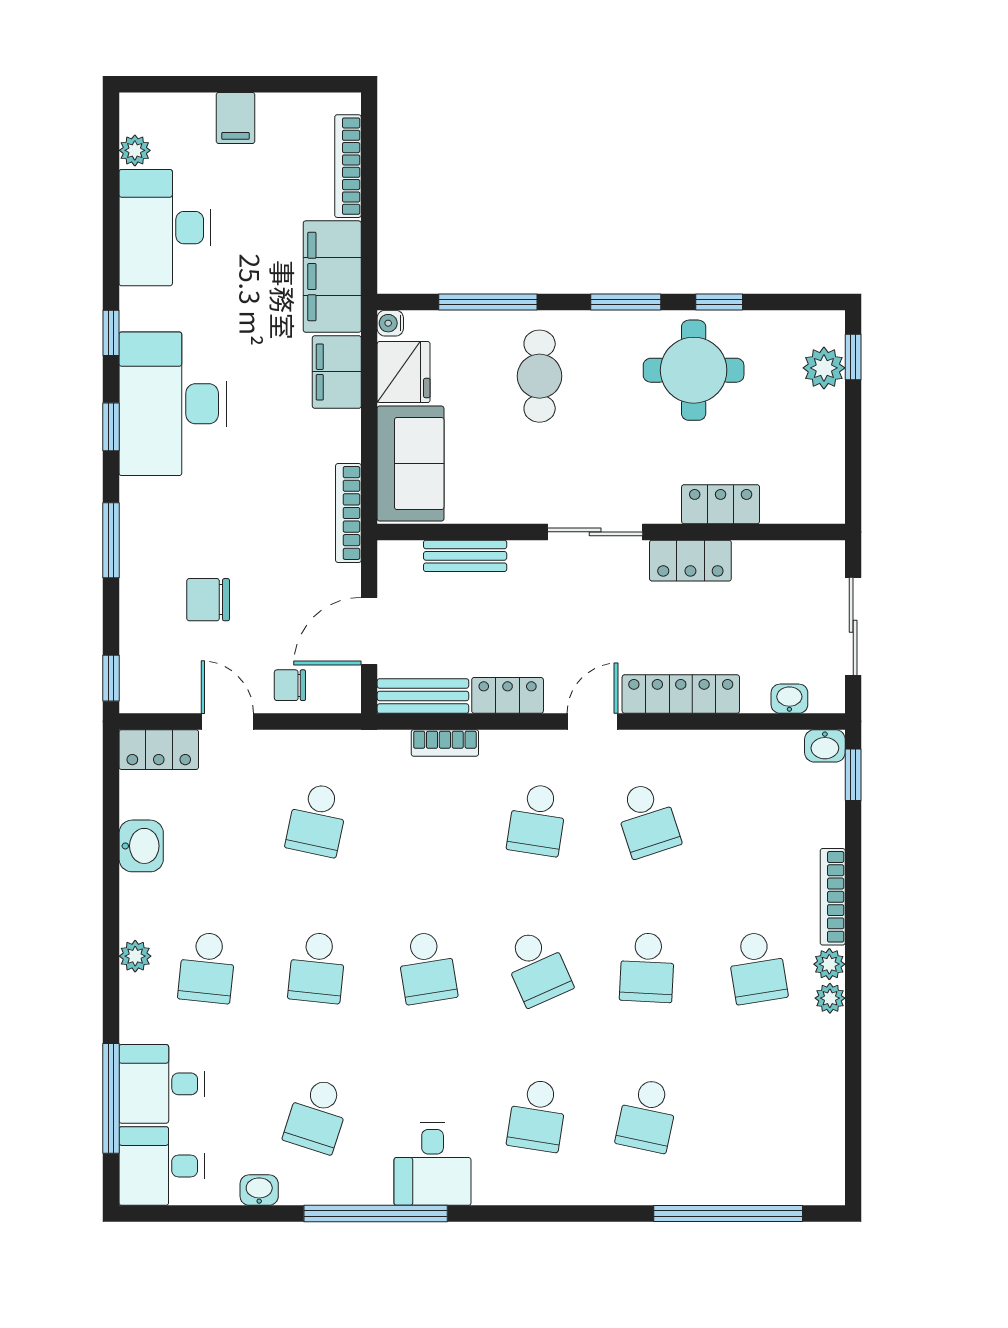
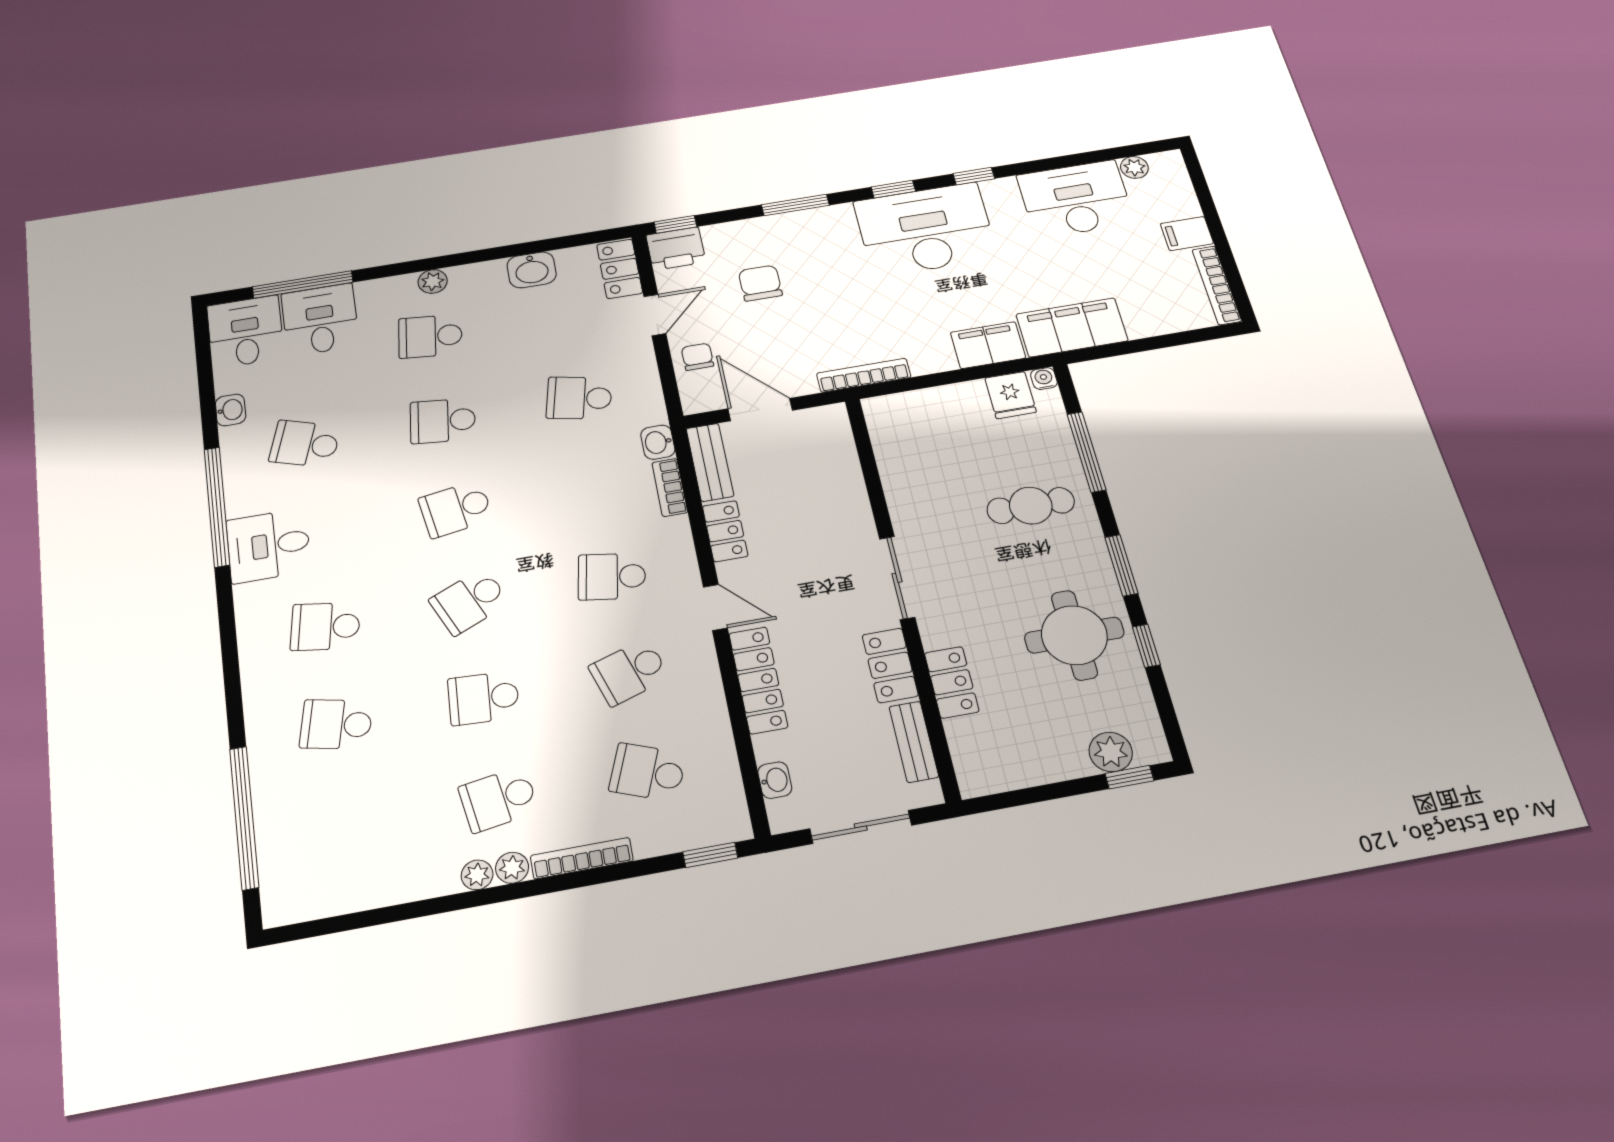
bookcase: (348, 166) -> (1217, 285), moved, turned -90
fridge: (404, 372) -> (1011, 395), width x0.72
sofa: (411, 464) -> (921, 416), removed
bench: (465, 556) -> (914, 742), moved
printer: (144, 683) -> (676, 249), added
washbasin: (825, 746) -> (658, 442), moved
school desk: (757, 820) -> (648, 772), added

